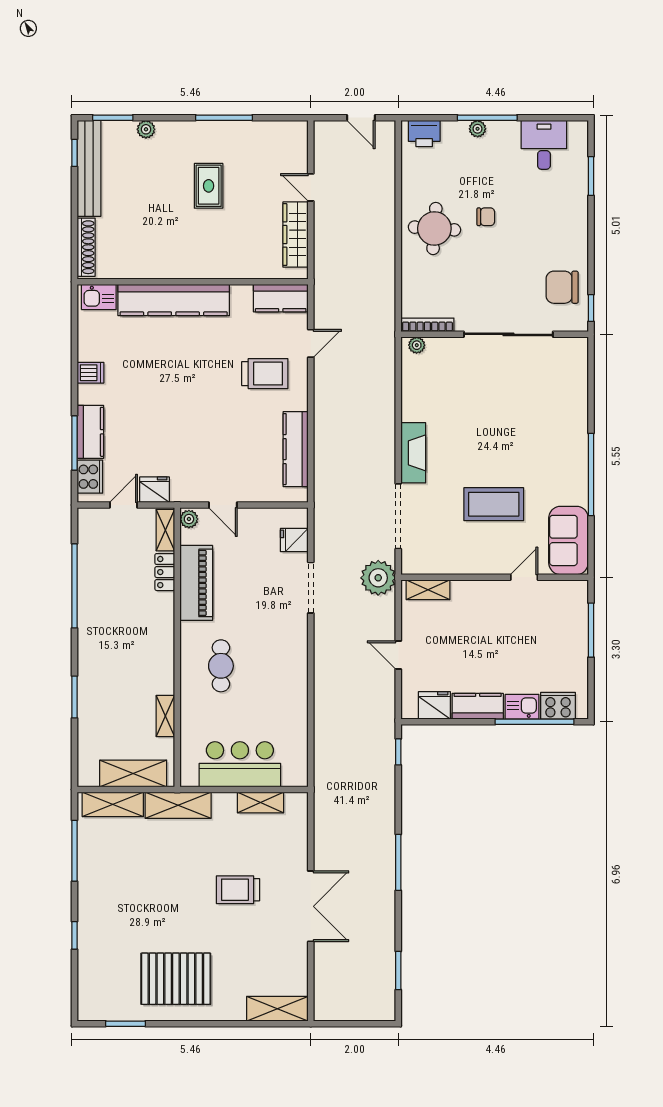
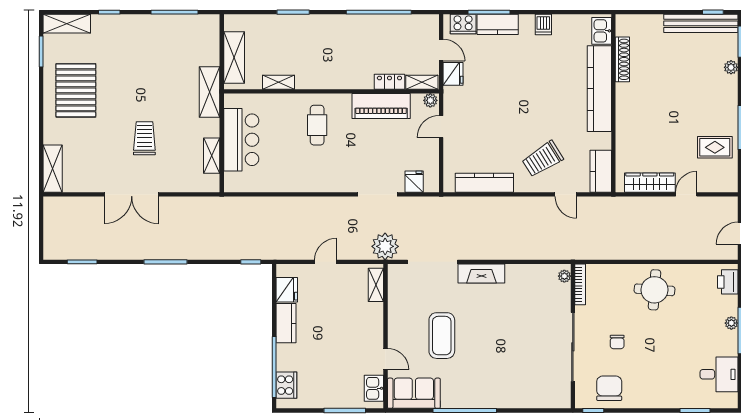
rug: (209, 186) -> (715, 147), moved
chair: (486, 217) -> (617, 342), moved
shoe rack: (86, 247) -> (622, 59), moved, turned -90
trolley: (265, 374) -> (543, 159), turned 58
cafe table: (221, 666) -> (317, 125), turned 90
kitchen sink: (522, 707) -> (374, 388), moved, turned 180
shelving: (113, 804) -> (67, 24), moved, turned 90

